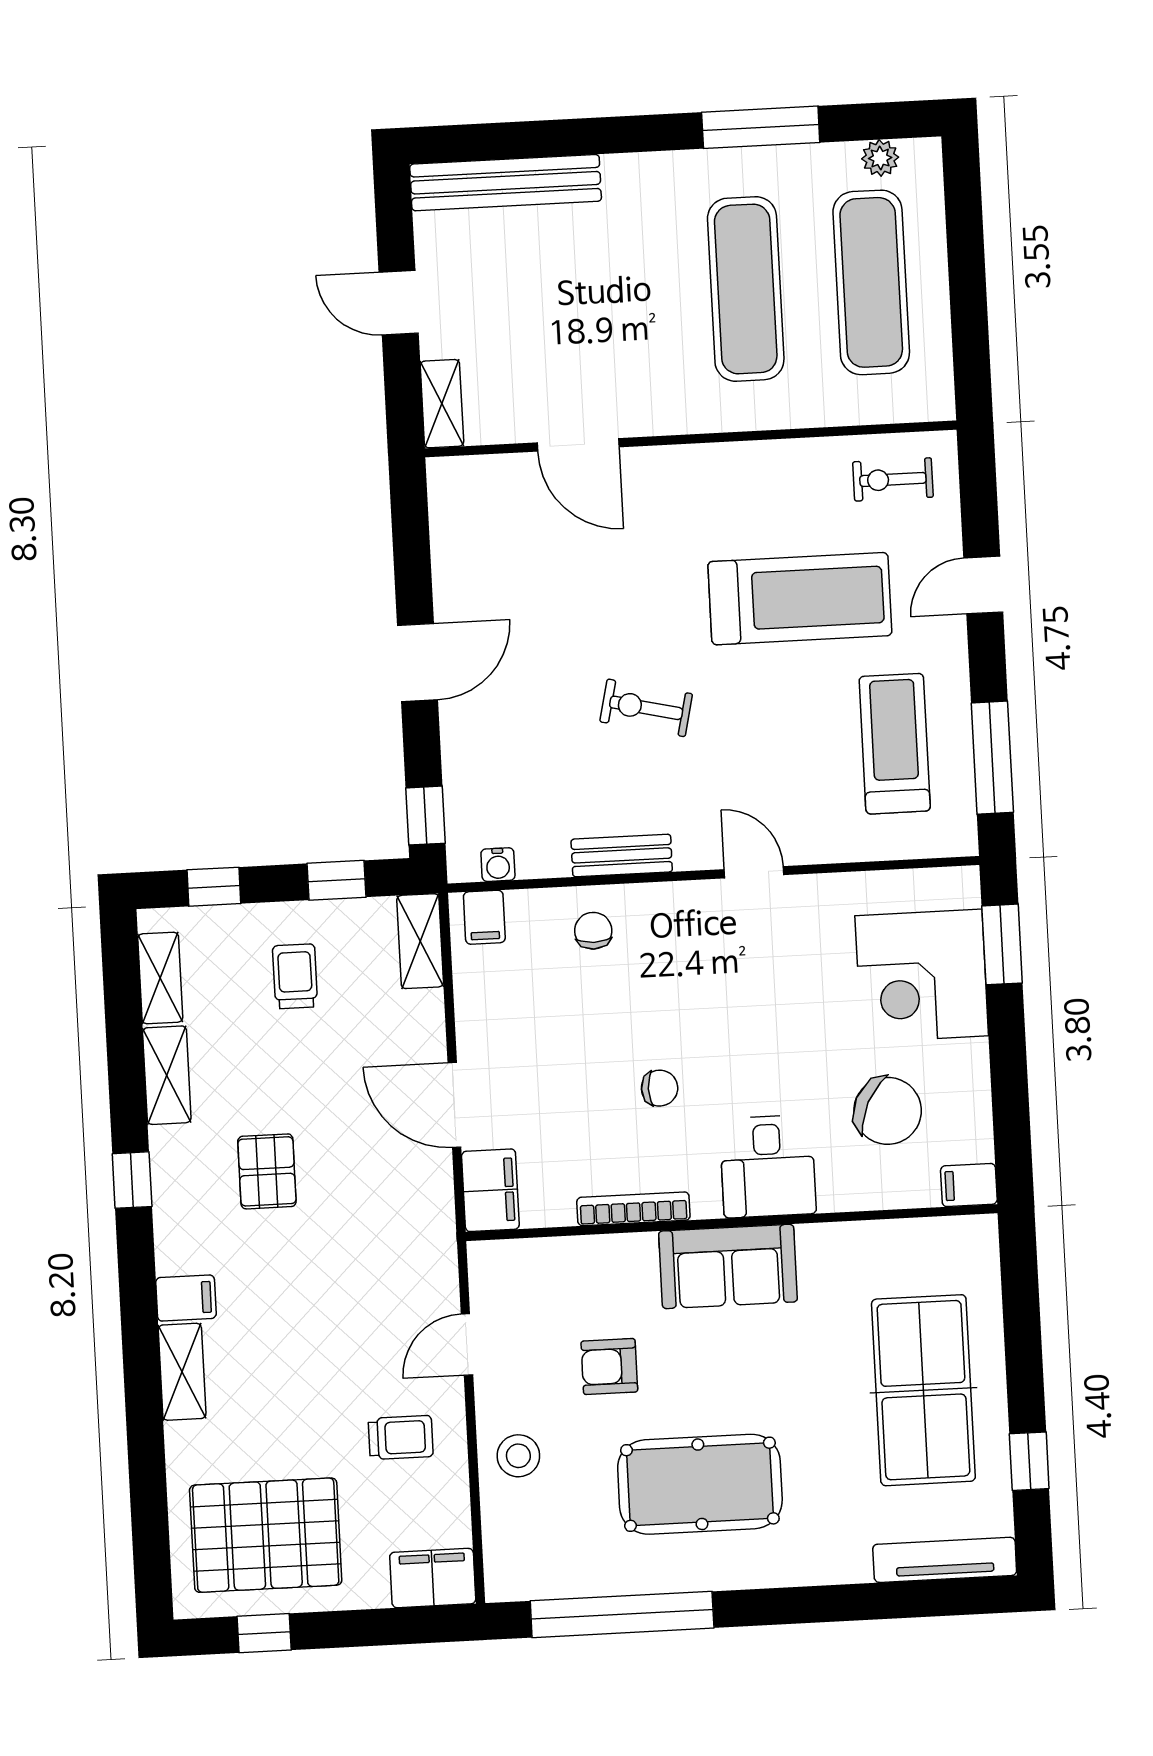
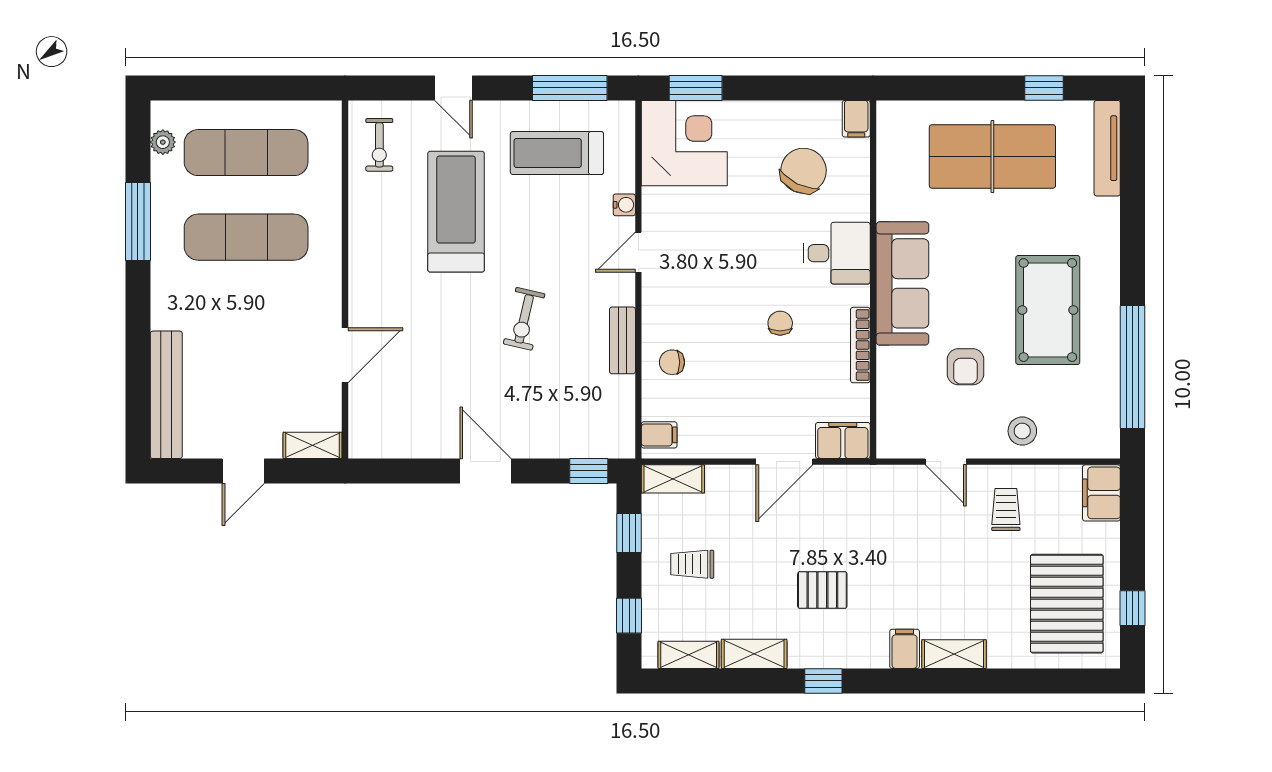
water cooler: (498, 865) -> (624, 205), moved
corner desk: (922, 976) -> (684, 143), moved, turned -90
sofa: (728, 1266) -> (902, 283), width x1.36

